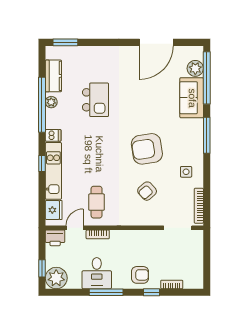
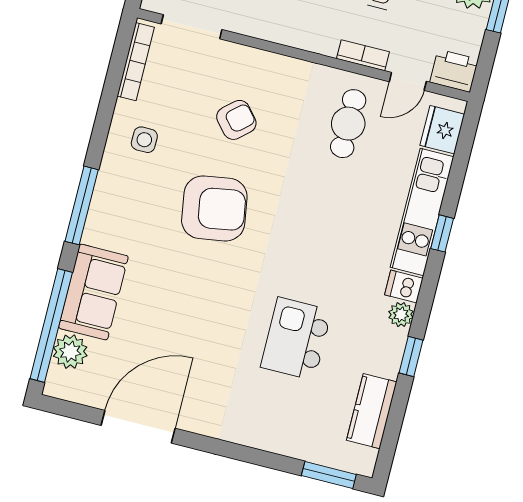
plant: (51, 102) -> (401, 315), moved
window: (42, 105) -> (411, 357), width x0.32

